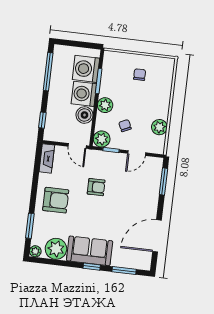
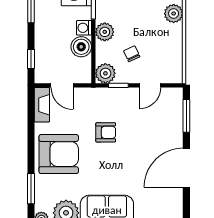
washing machine: (84, 94) -> (84, 28), width x0.53, depth x0.53
plant: (159, 127) -> (174, 14), moved
door: (77, 146) -> (62, 85), moved
armchair: (56, 200) -> (59, 154), width x1.36, depth x1.36
door: (157, 236) -> (186, 168), moved

